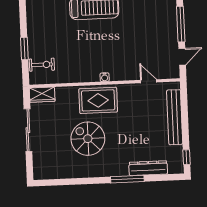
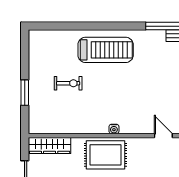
exercise bike: (42, 65) -> (68, 83), moved
wardrobe: (42, 95) -> (50, 146), width x1.50

